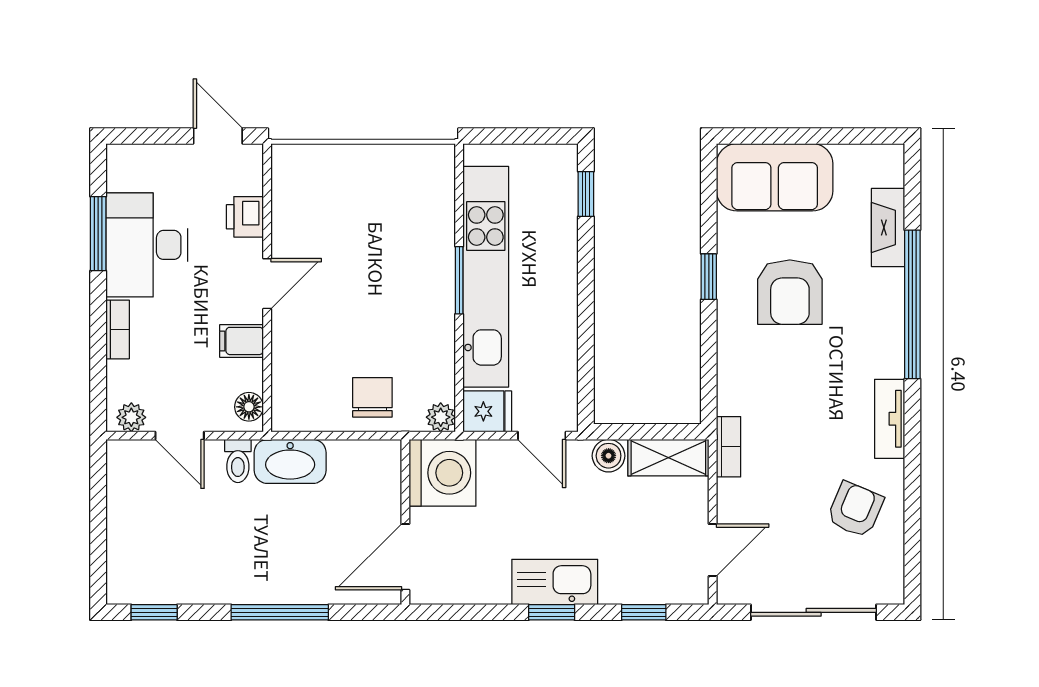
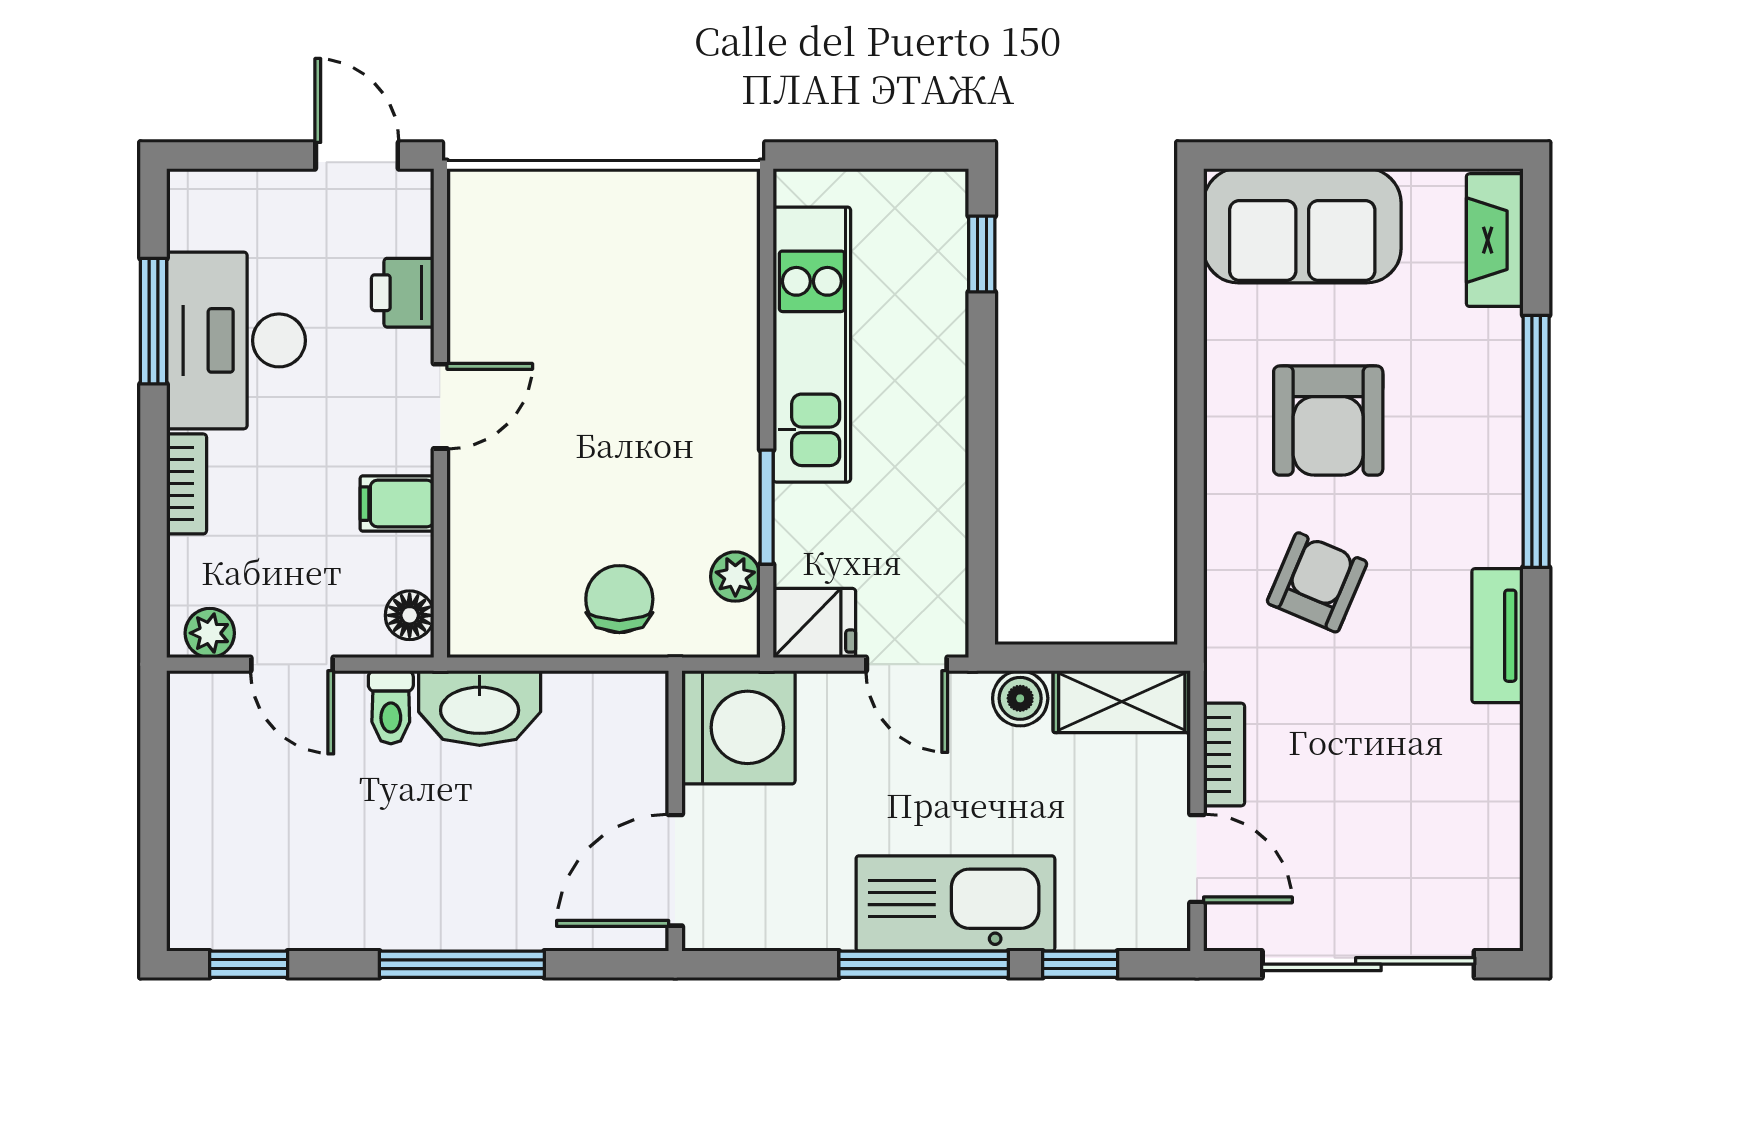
fireplace: (888, 227) -> (1495, 240), moved
kitchen unit: (486, 277) -> (812, 345), width x0.73
window: (709, 277) -> (1190, 394), removed
window: (459, 280) -> (767, 507), moved
plant: (441, 417) -> (735, 577), moved
bookcase: (729, 447) -> (1224, 754), moved
armchair: (855, 510) -> (1317, 582), moved
door: (713, 550) -> (1197, 858), hinge flipped
kitchen sink: (555, 582) -> (955, 903), width x1.36, depth x1.24
window: (552, 612) -> (924, 964), width x2.17

